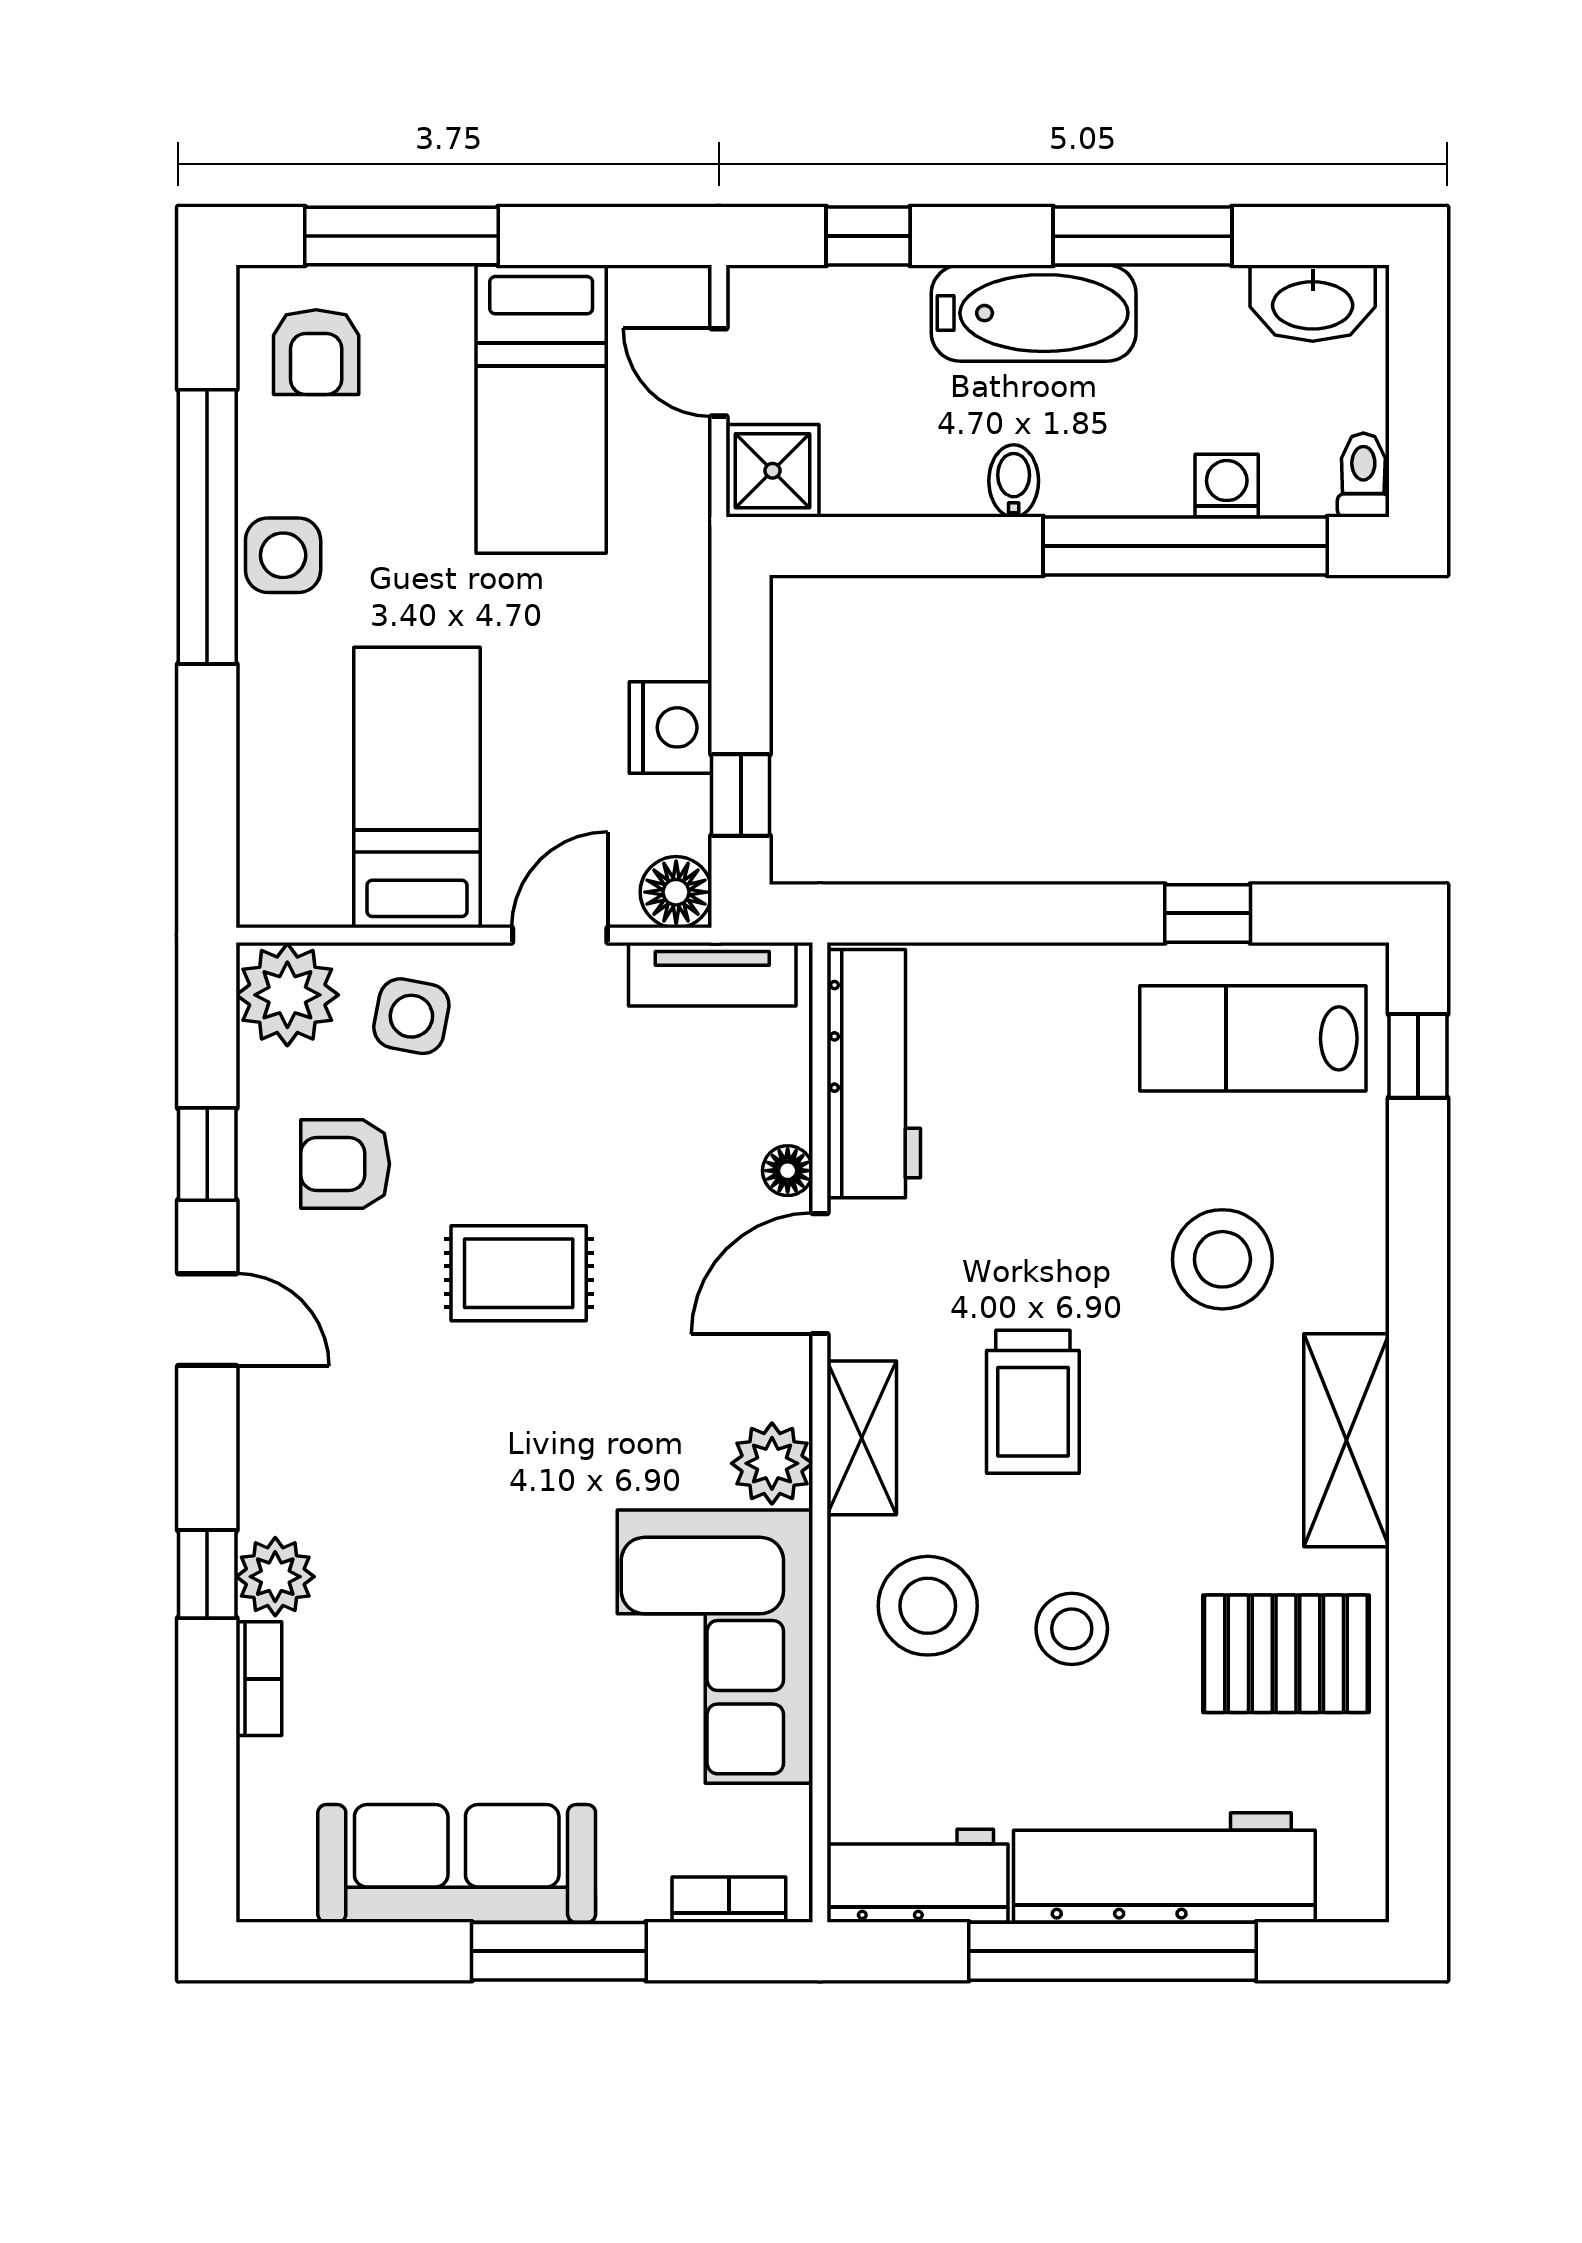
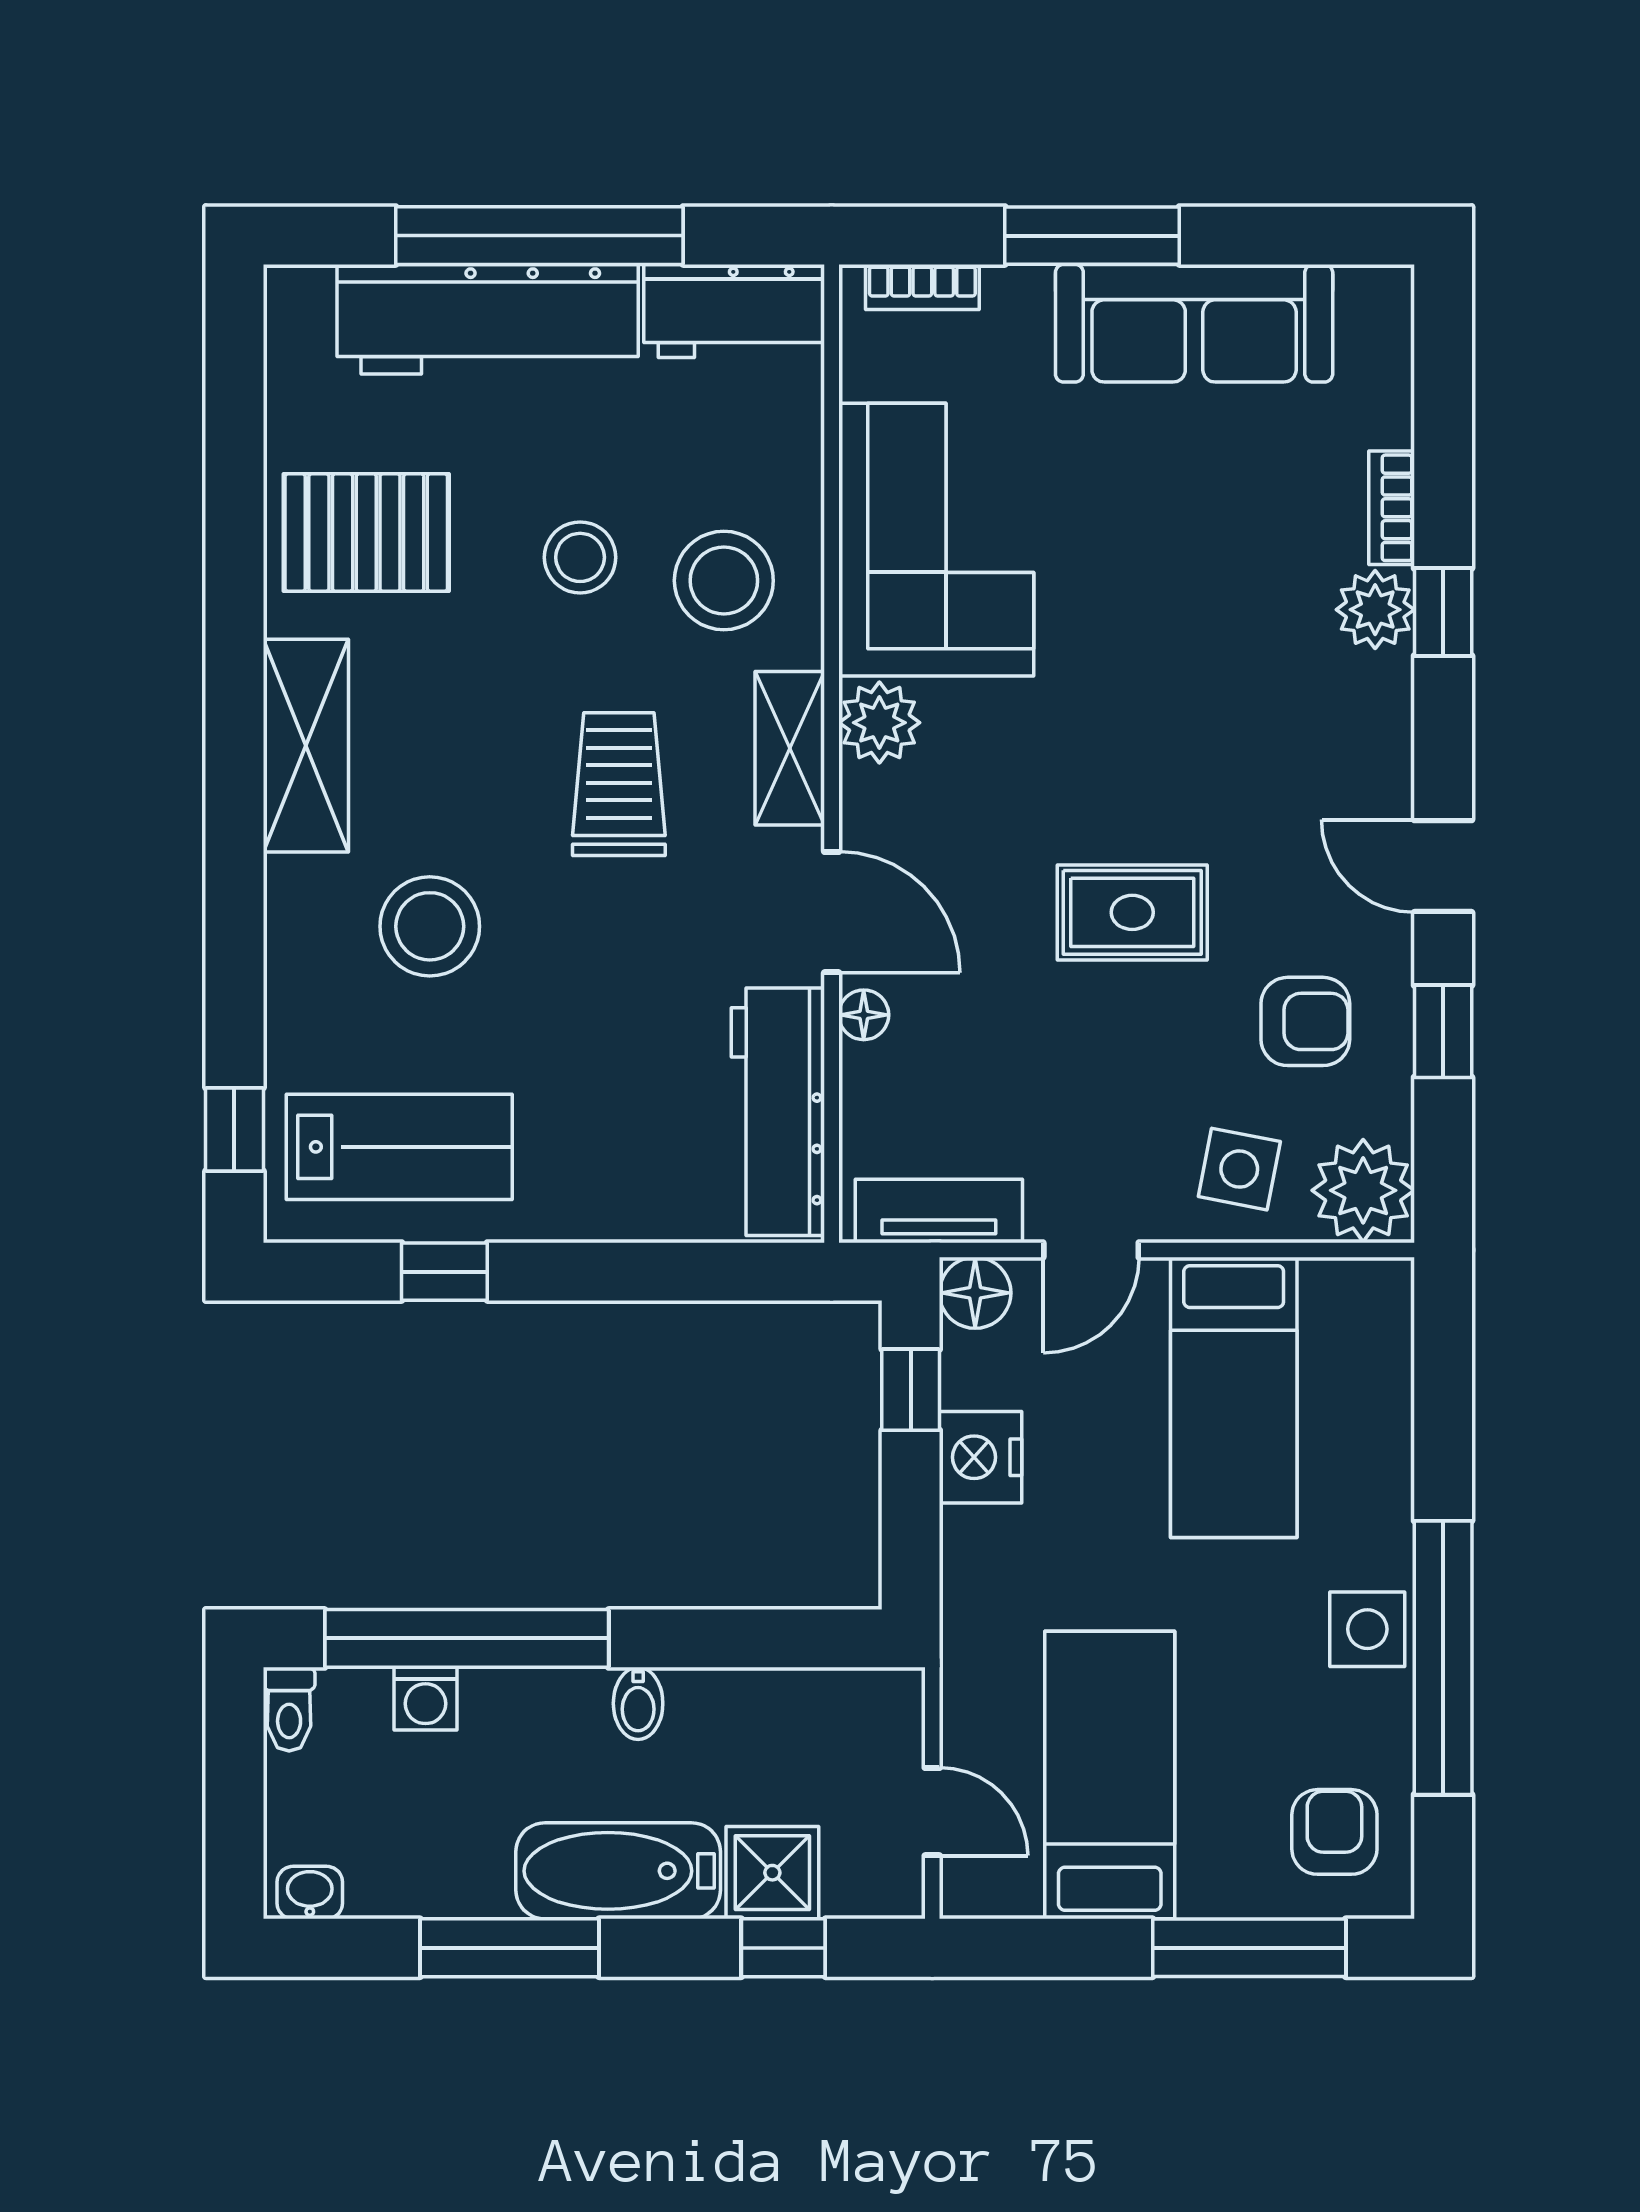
washbasin: (1313, 303) -> (310, 1893), width x0.52, depth x0.69
shower: (773, 471) -> (772, 1873), moved
door: (820, 1274) -> (832, 912), hinge flipped

